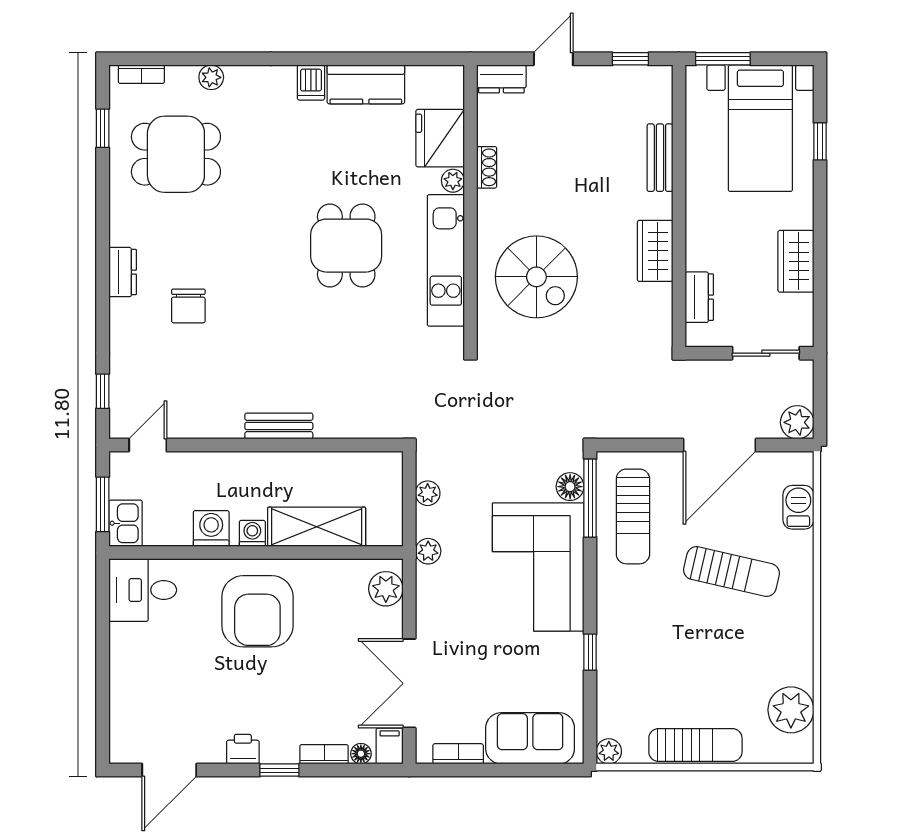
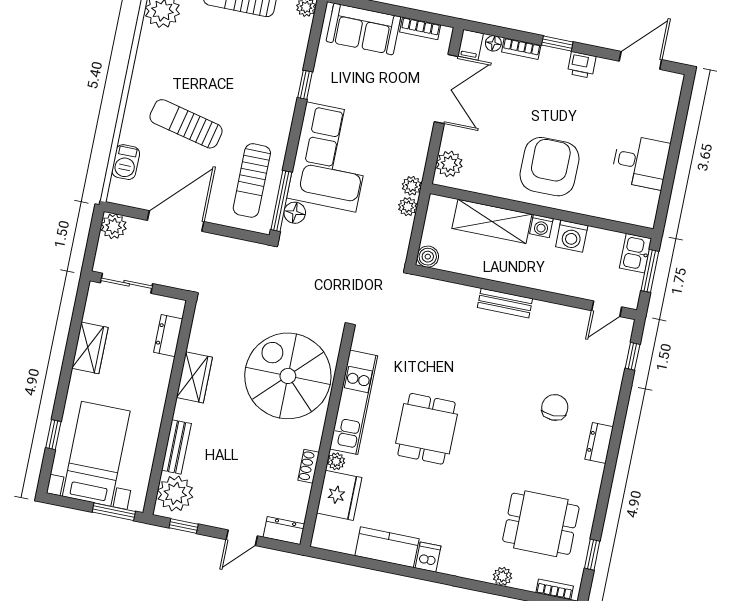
plant: (649, 98) -> (175, 493), added
spiral stairs: (536, 277) -> (288, 376), width x1.37, depth x1.37
boiler: (389, 465) -> (428, 257), added
plant: (428, 493) -> (408, 207), moved
sun lounger: (633, 516) -> (252, 180), turned 180
desk: (143, 590) -> (641, 162), moved

